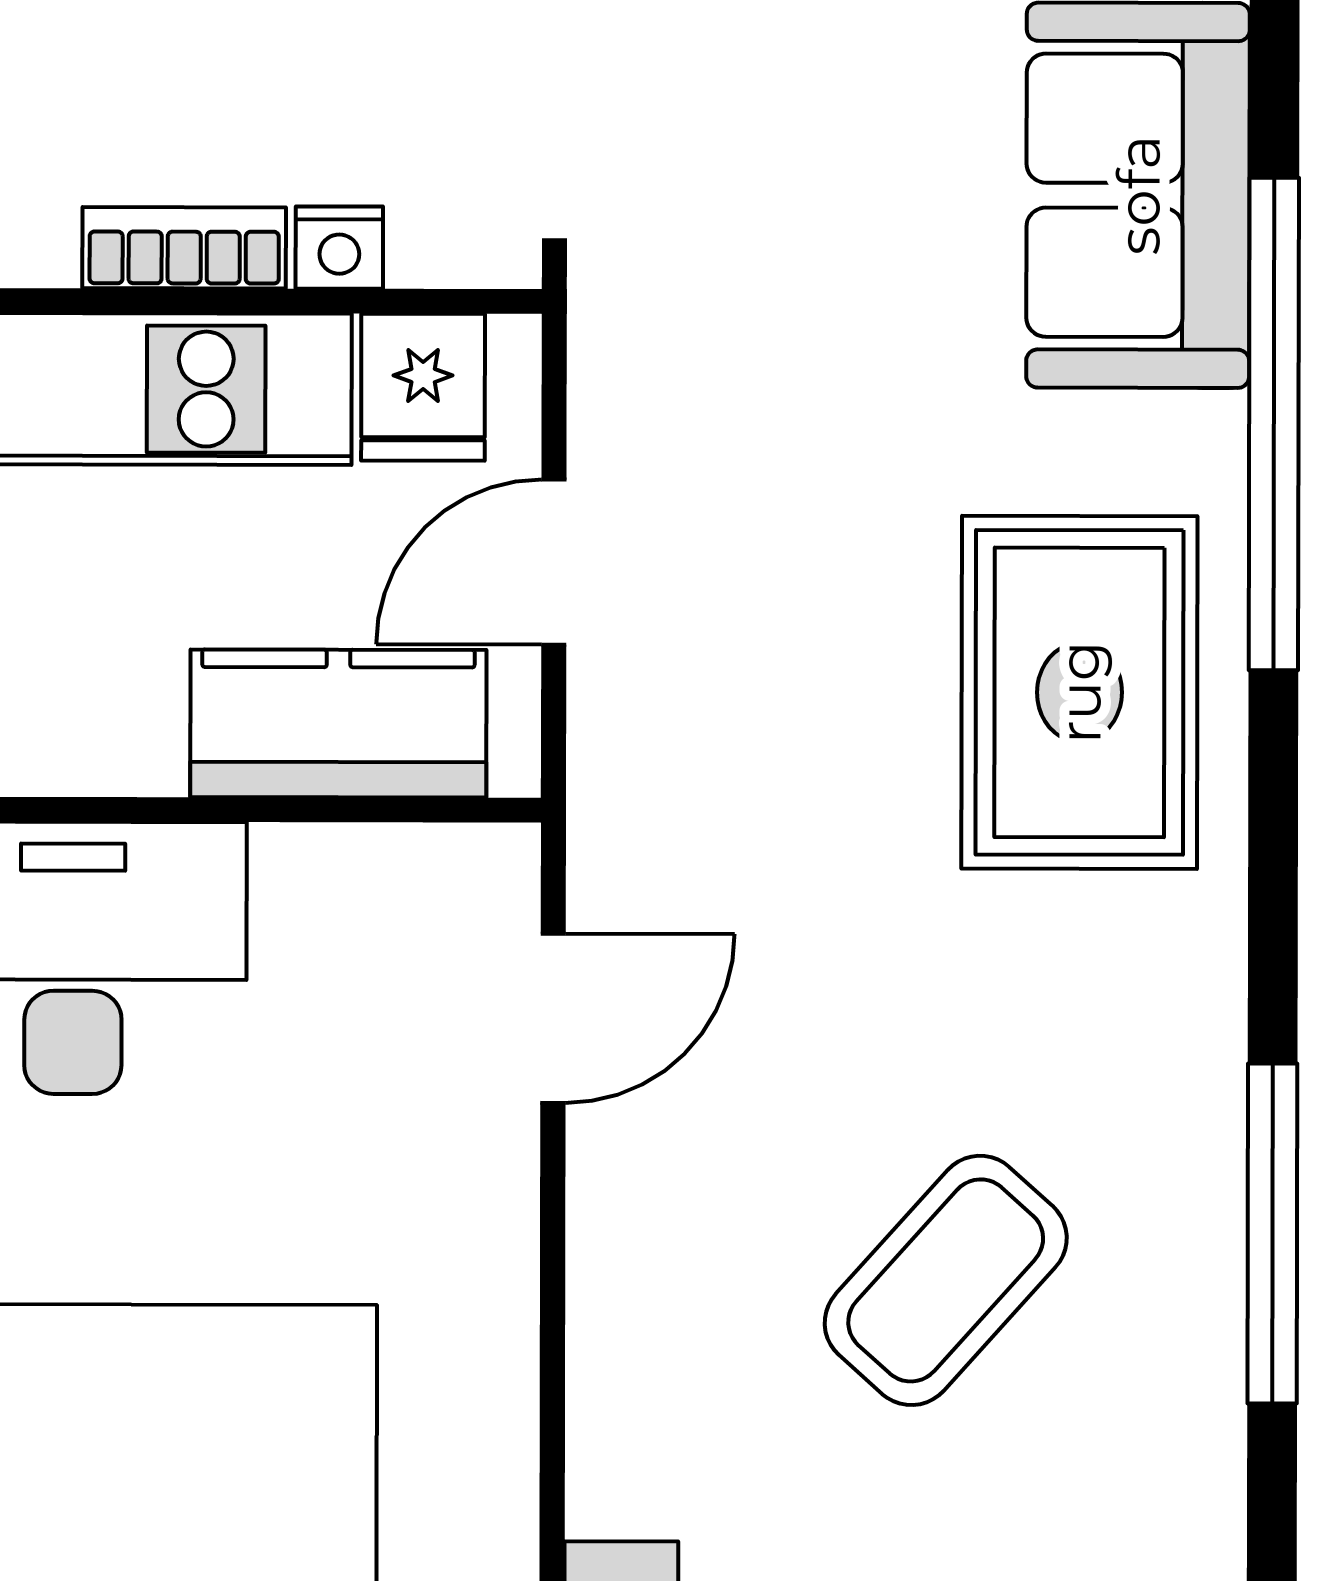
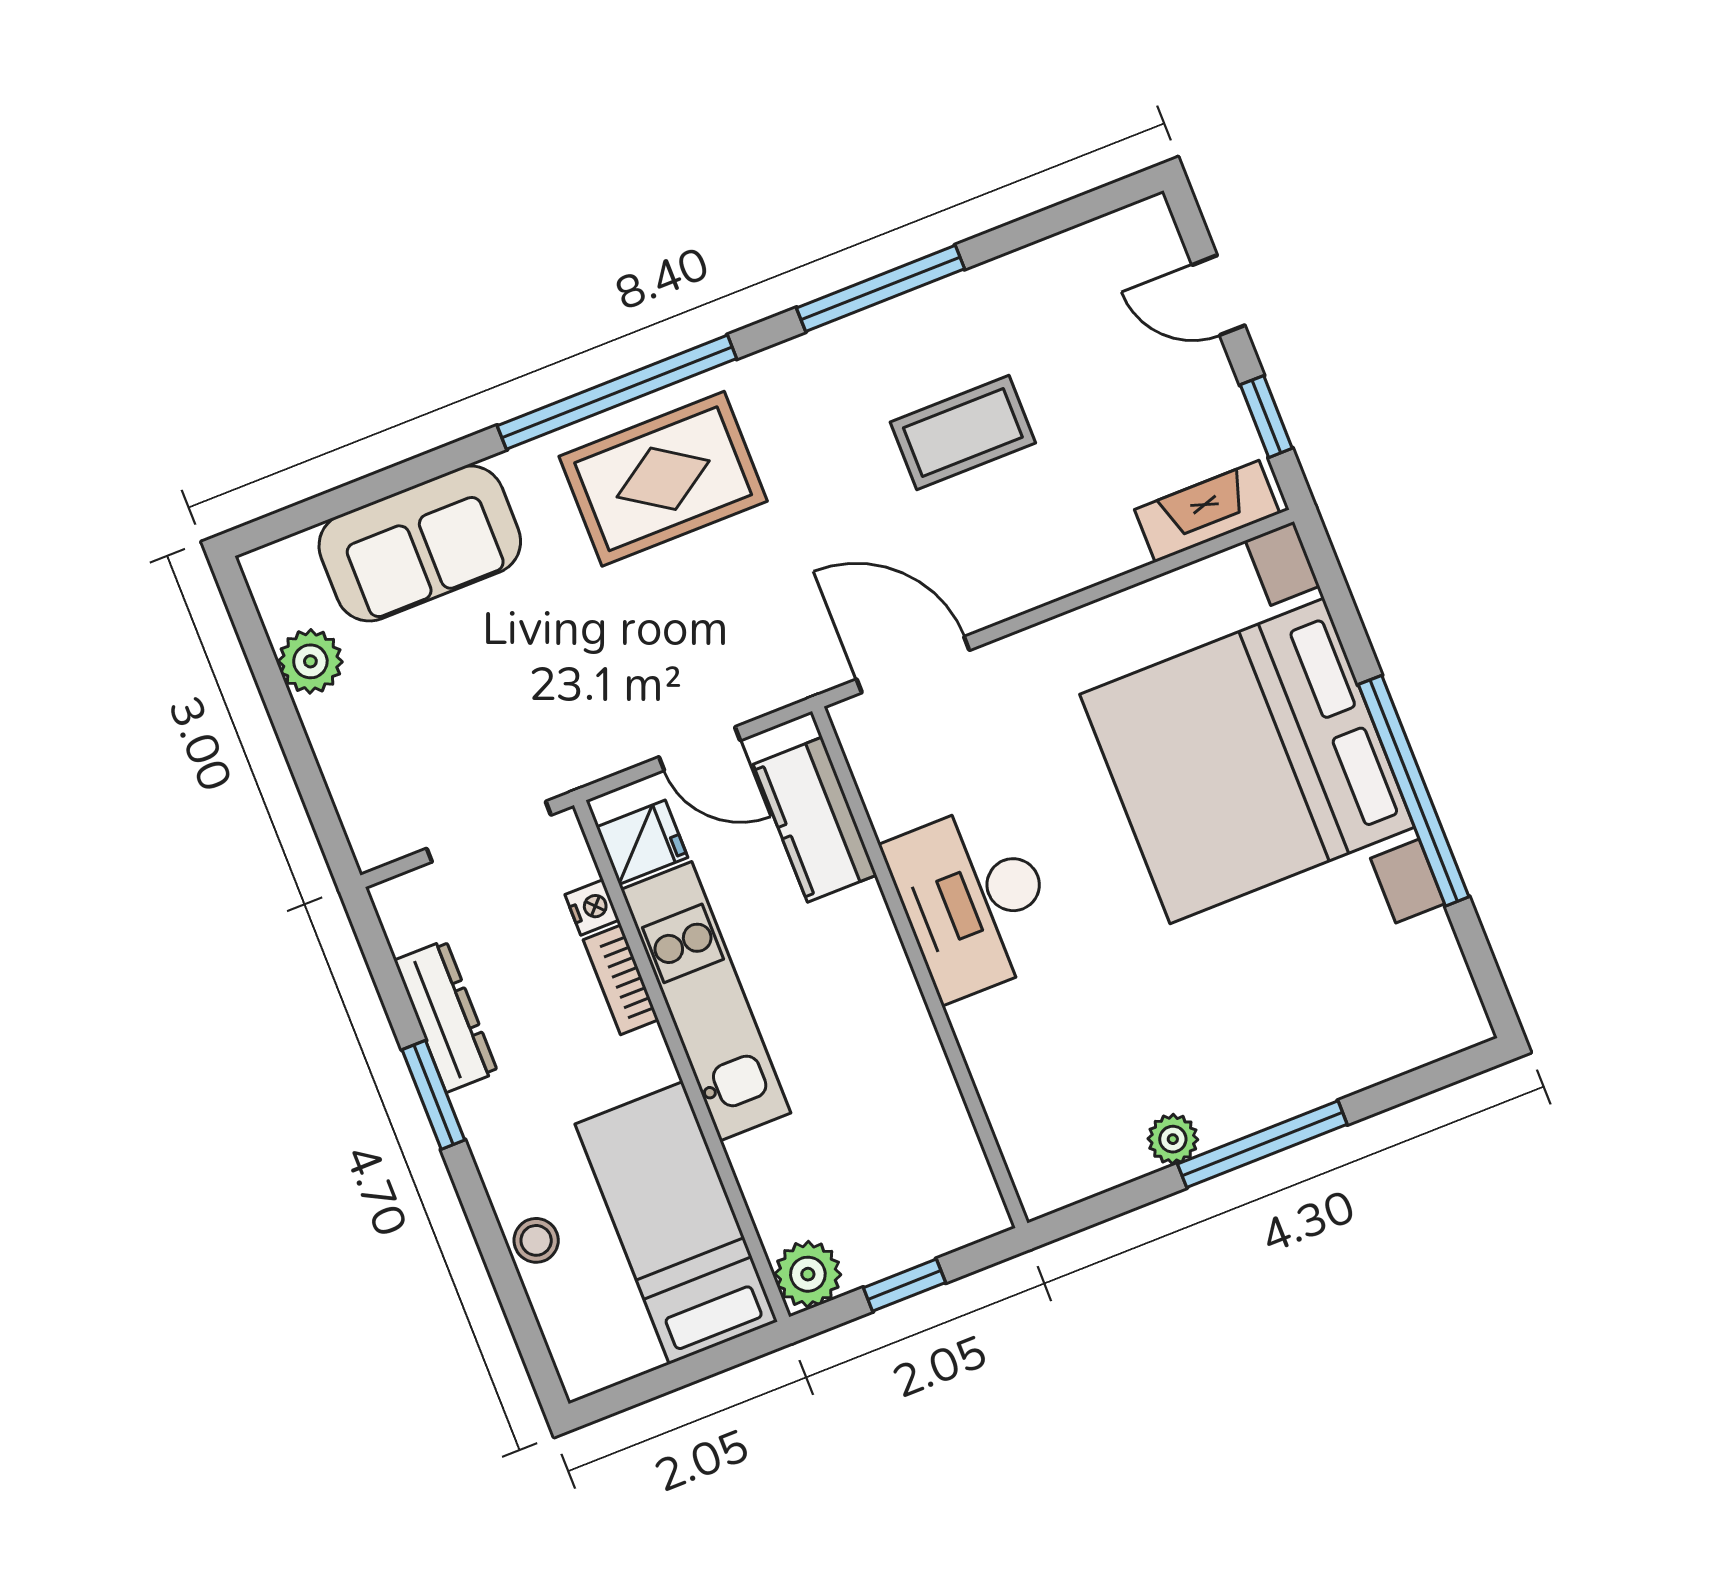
window: (1274, 424) -> (617, 392), moved
door: (553, 1018) -> (913, 665), width x1.38
coffee table: (946, 1280) -> (963, 432), turned -42

